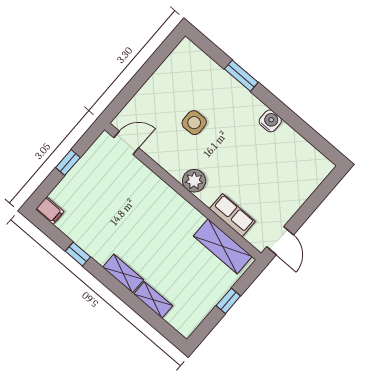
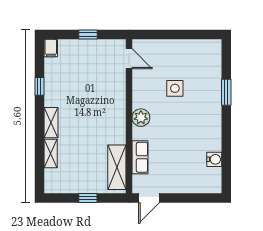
water cooler: (270, 121) -> (214, 159), moved

